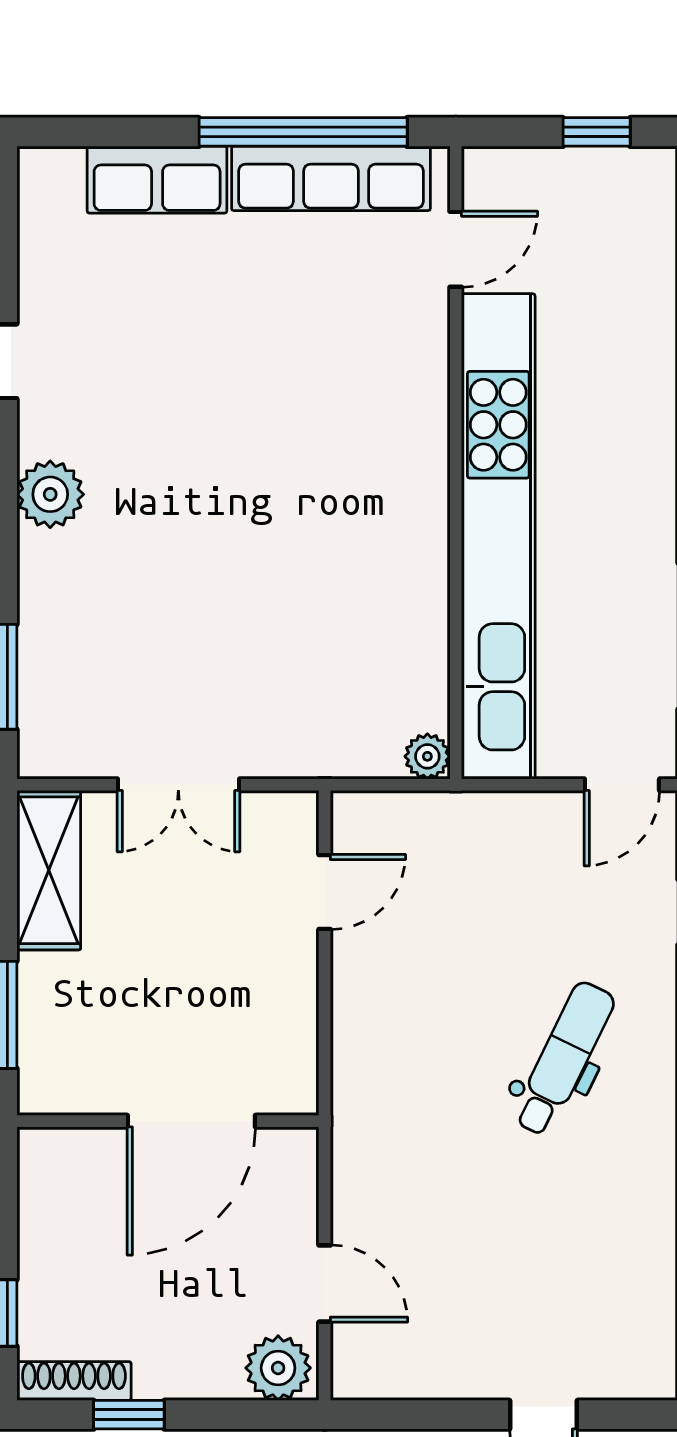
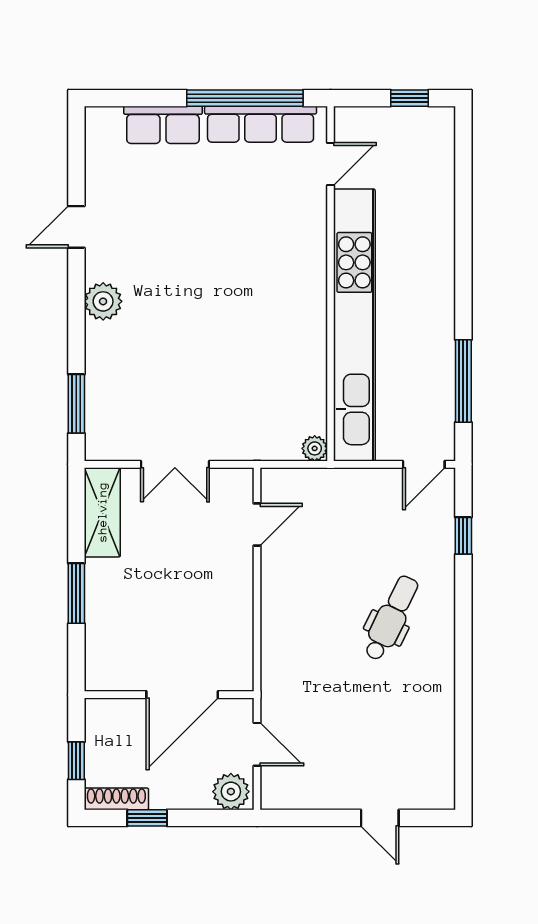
wall: (168, 1121) -> (169, 695), moved
door: (191, 1121) -> (182, 695), moved

